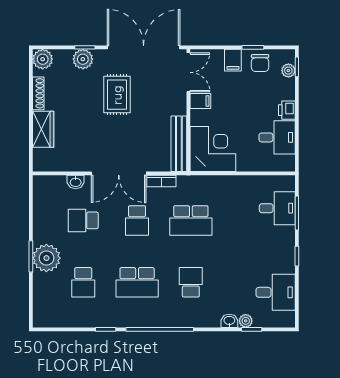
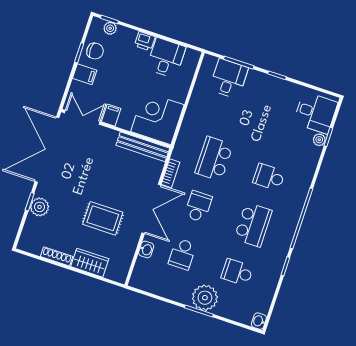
plant: (43, 59) -> (28, 242), removed
rug: (117, 95) -> (103, 218), moved
school desk: (137, 220) -> (198, 206), turned -90
school desk: (191, 220) -> (214, 159), turned 180
school desk: (83, 282) -> (237, 272), turned 180
desk: (276, 292) -> (316, 113), moved, turned 90
washbasin: (229, 321) -> (259, 321), moved

